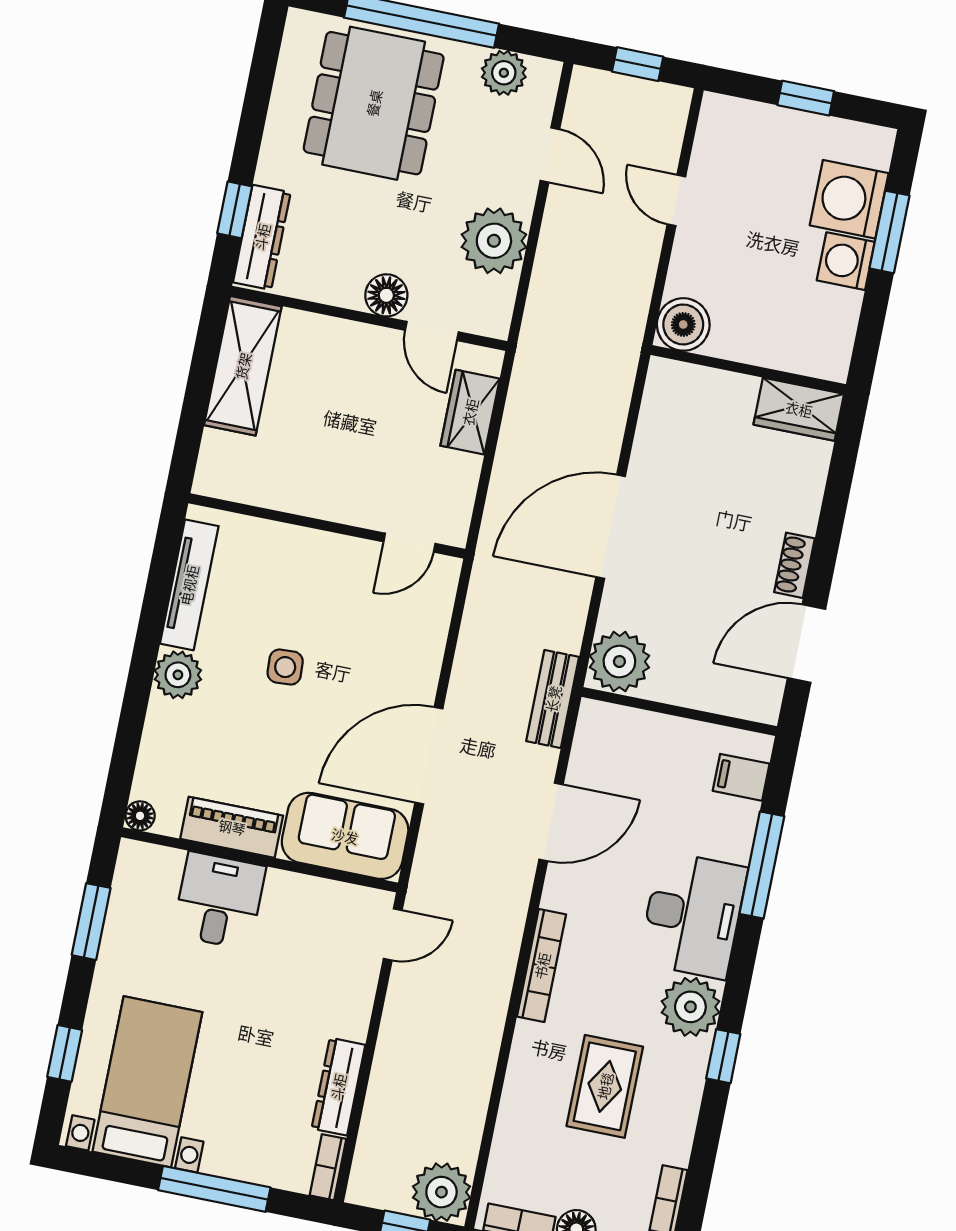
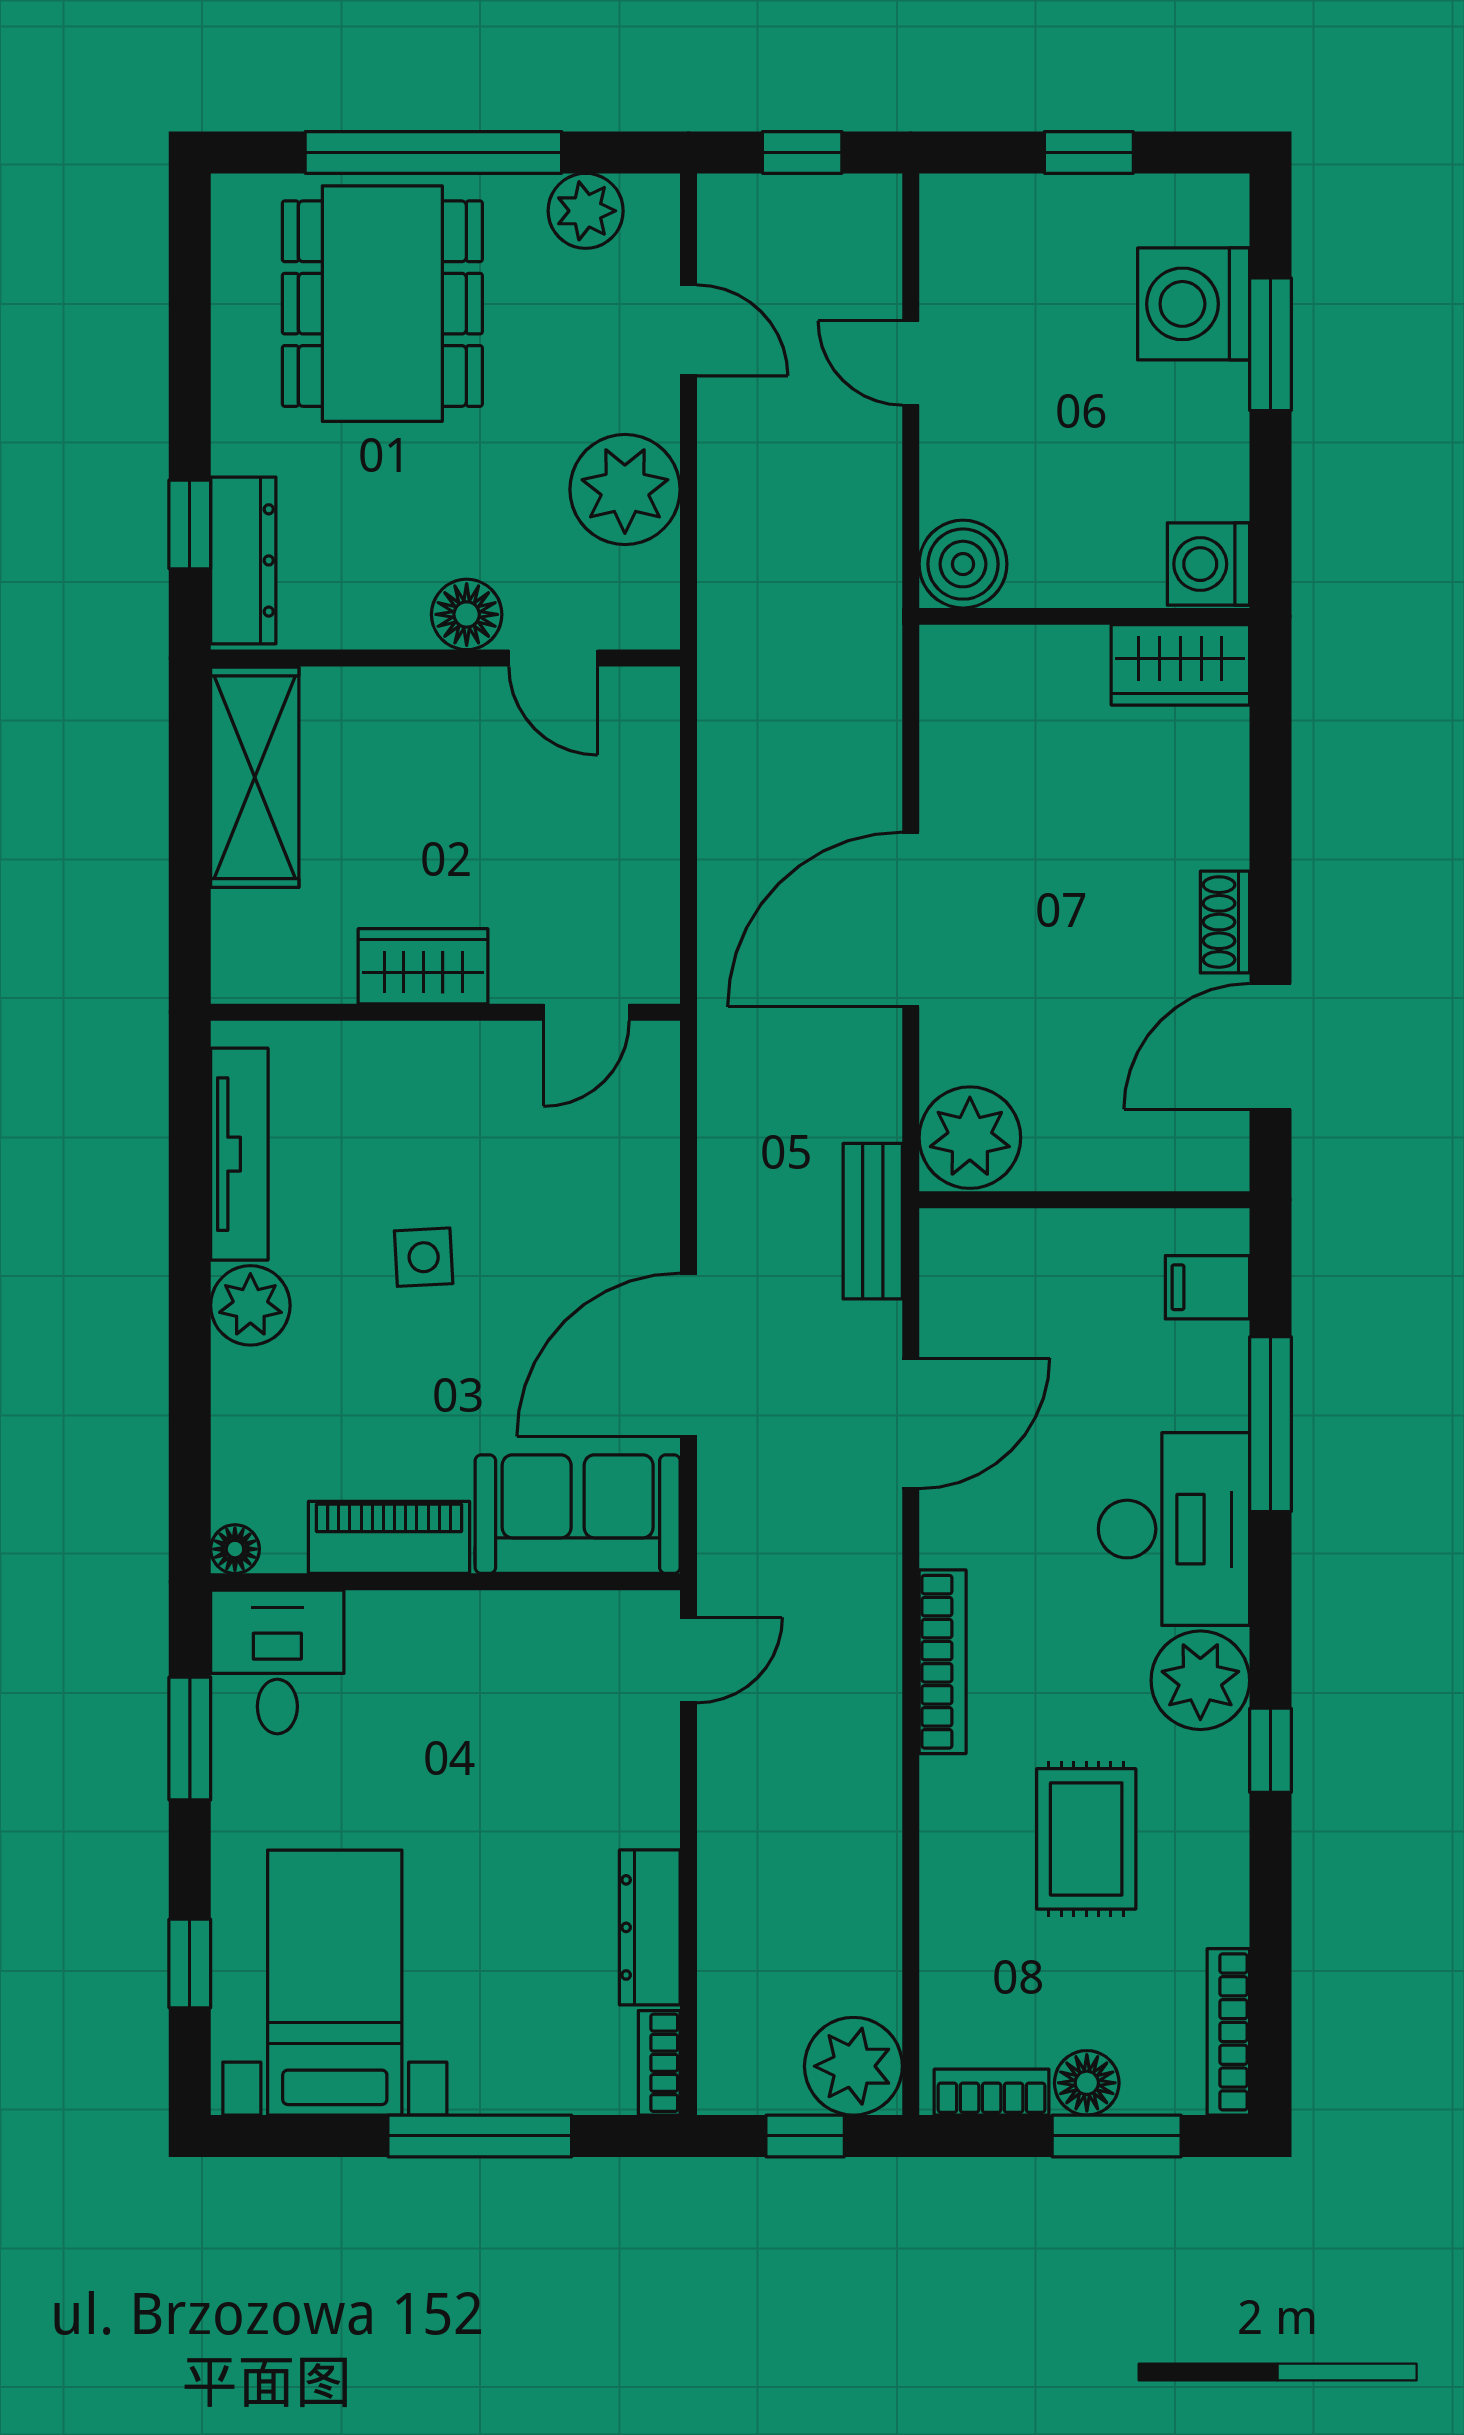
washing machine: (846, 261) -> (1208, 564), moved
wardrobe: (470, 412) -> (423, 966), moved, turned 90
desk: (219, 901) -> (277, 1662), moved

